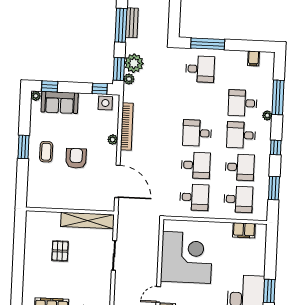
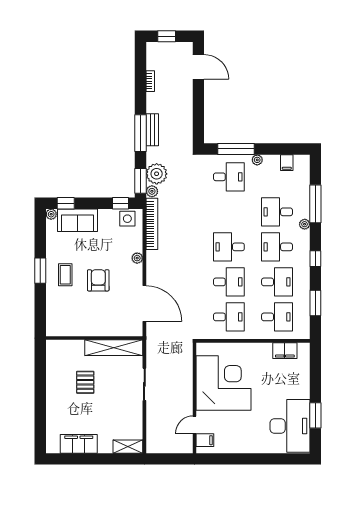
plant: (227, 55) -> (257, 160), added
bookcase: (127, 126) -> (152, 224), moved

